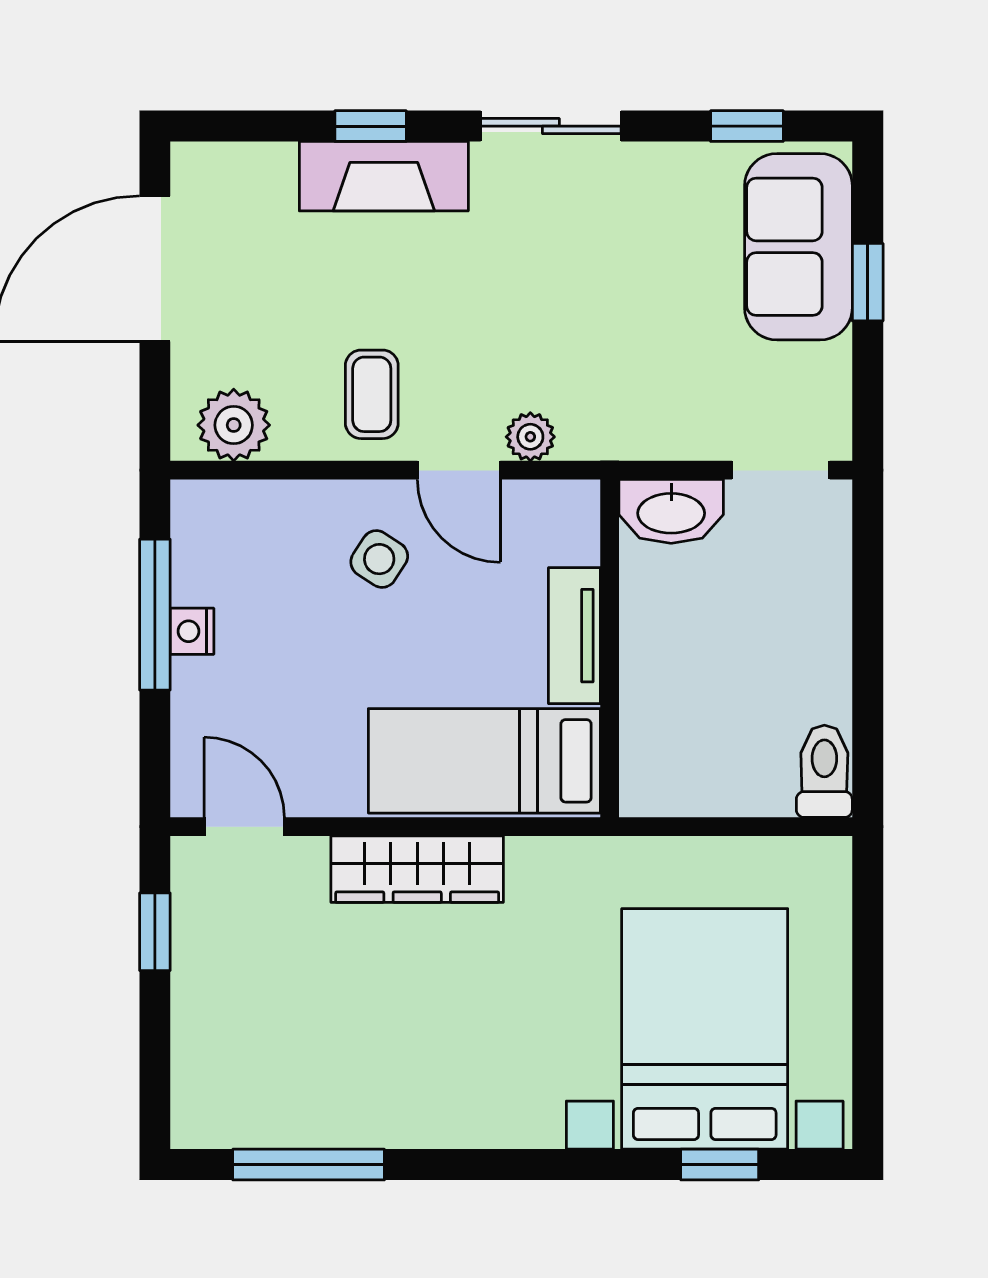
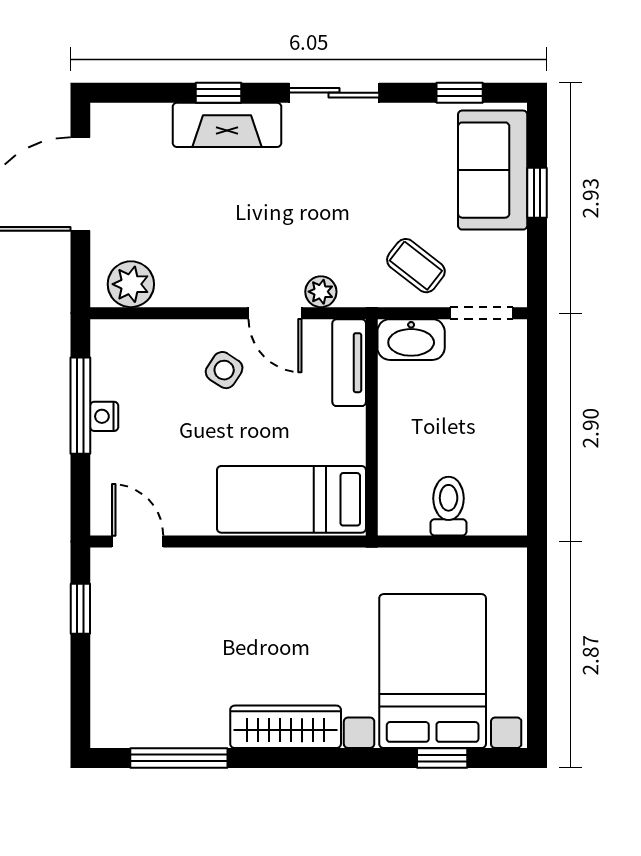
coffee table: (372, 394) -> (416, 266), moved, turned -52
tv unit: (574, 636) -> (349, 363), moved
toilet: (824, 771) -> (449, 506), moved
wardrobe: (417, 869) -> (286, 727), moved, turned 180

